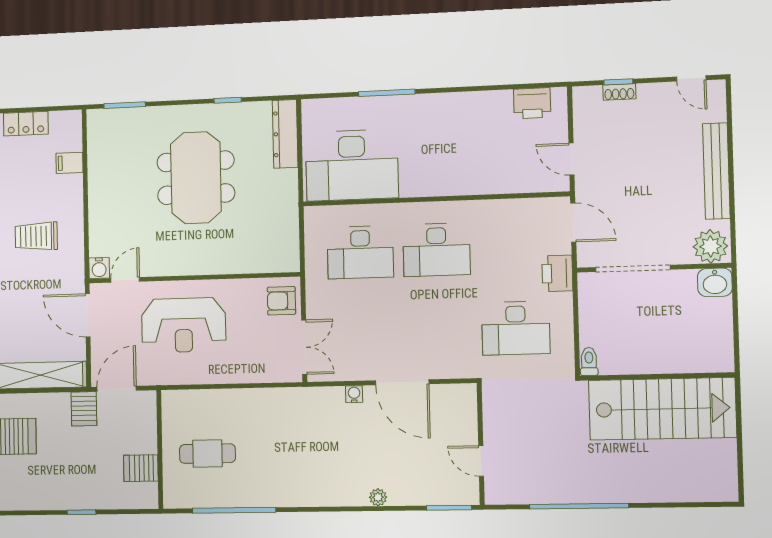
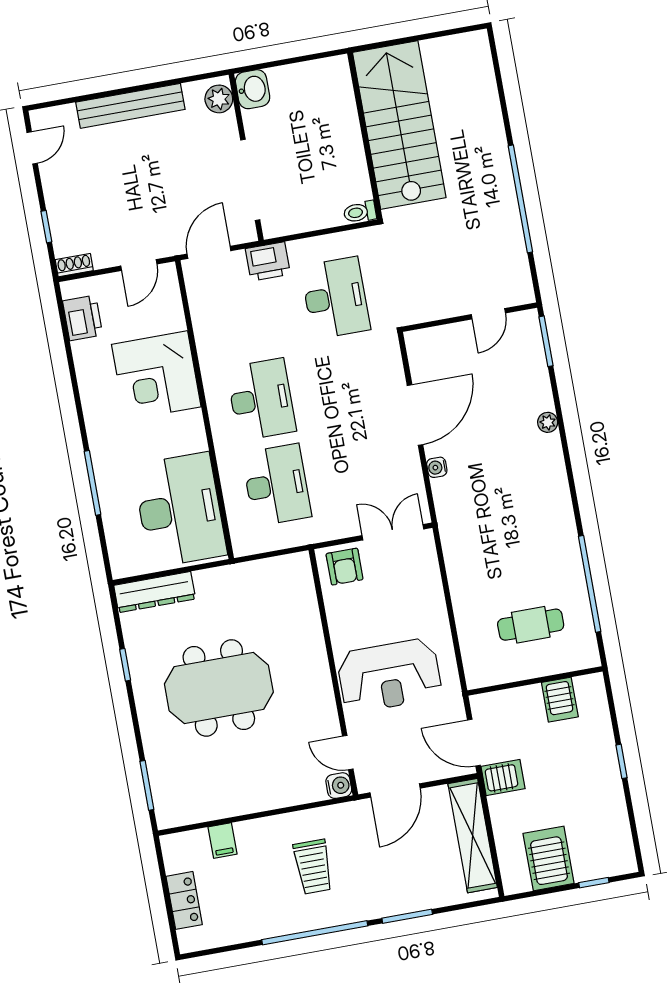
shoe rack: (619, 92) -> (74, 265), moved, turned -90
corner desk: (472, 161) -> (156, 376), added
plant: (710, 246) -> (219, 99), width x0.73, depth x0.73
reception desk: (184, 325) -> (389, 676), turned 90
cafe table: (207, 454) -> (531, 625), turned 90

